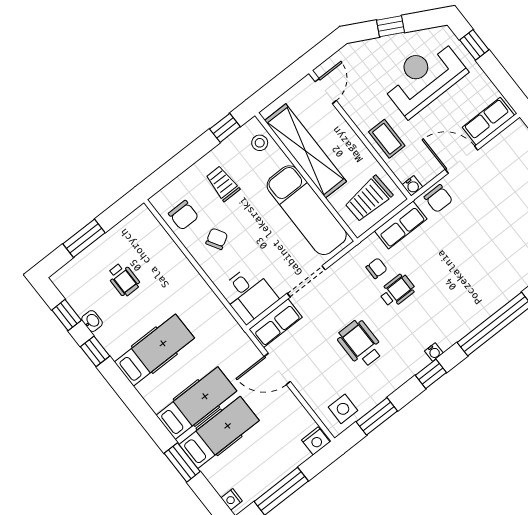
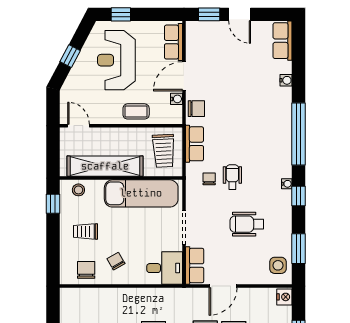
water cooler: (412, 186) -> (177, 99), moved
chair: (184, 215) -> (86, 270), turned -90

